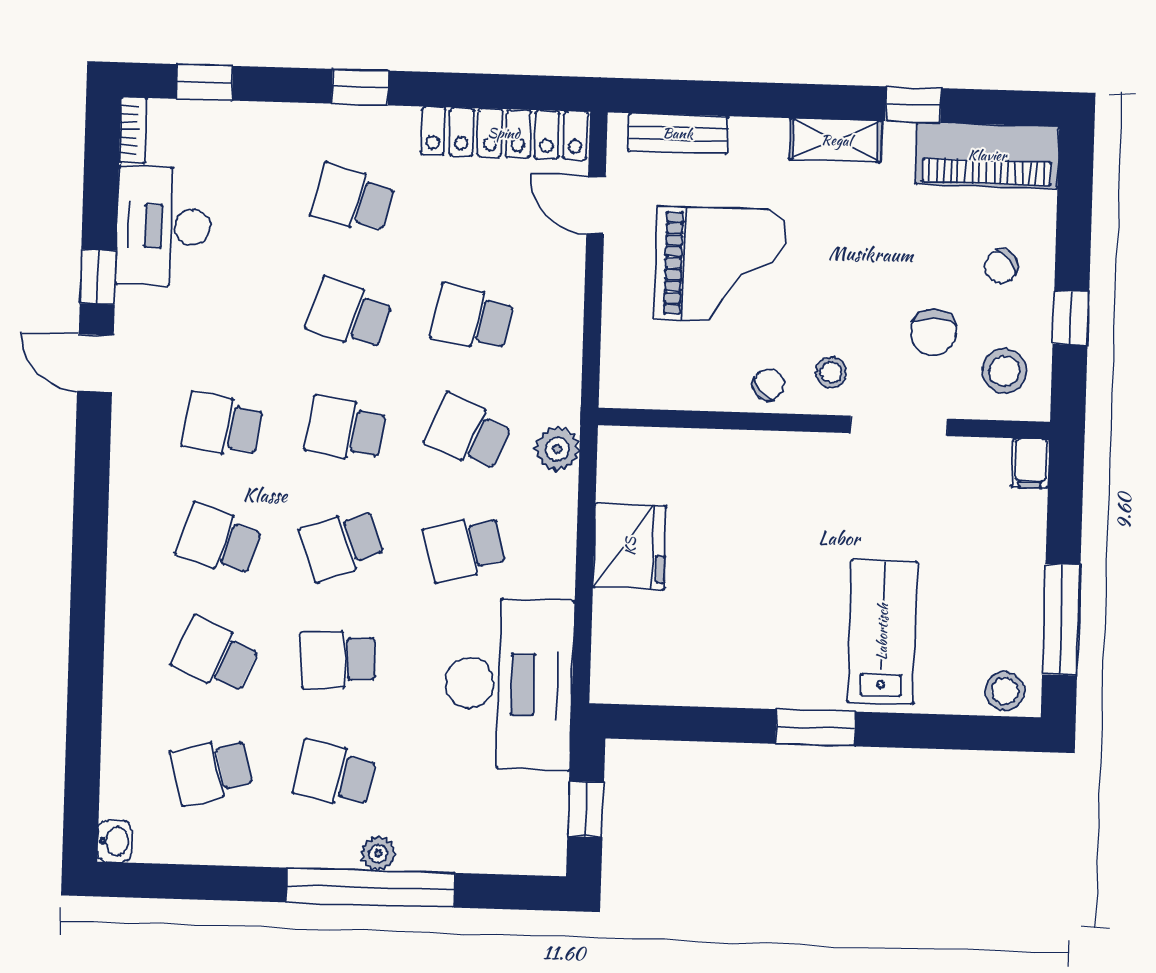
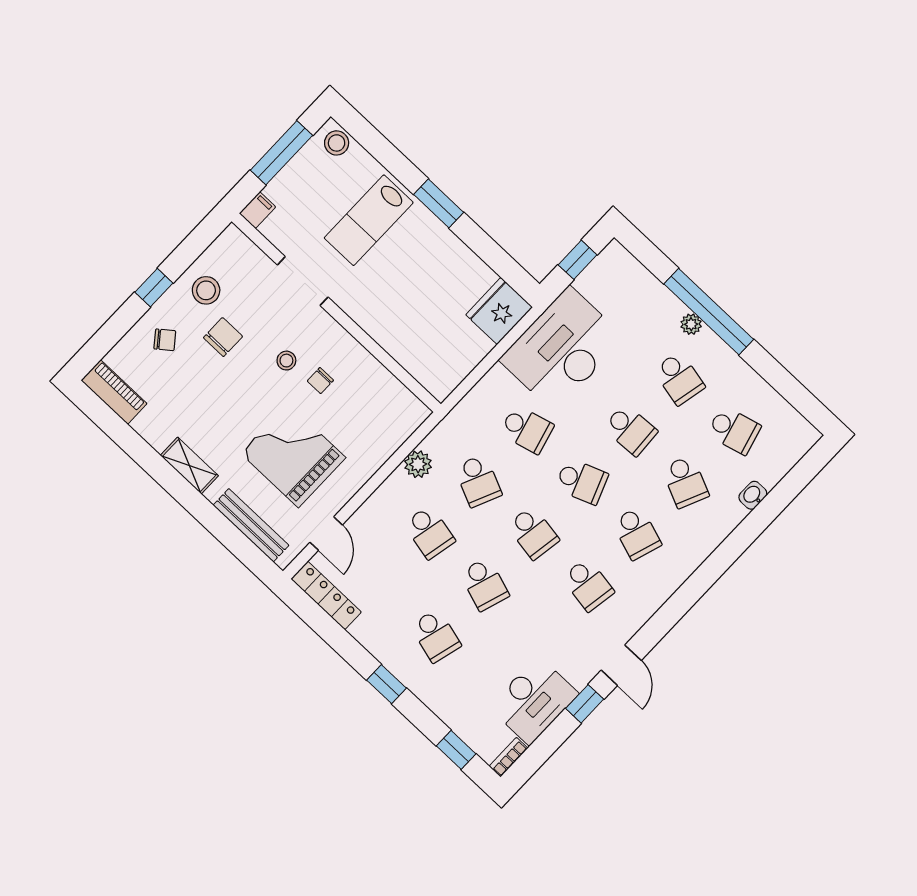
window: (913, 105) -> (139, 450), removed
locker: (504, 133) -> (326, 595), width x0.71, depth x0.83
bench: (678, 133) -> (251, 525), width x1.36
piano: (987, 155) -> (114, 392), width x0.73, depth x0.75
chair: (768, 385) -> (320, 381), turned -48
wall: (824, 424) -> (336, 313), moved
doorway: (899, 426) -> (303, 281), moved
plant: (557, 449) -> (418, 464), moved
filing cabinet: (1031, 463) -> (257, 210), moved
fridge: (630, 546) -> (499, 311), moved
washbasin: (115, 841) -> (753, 495), moved

